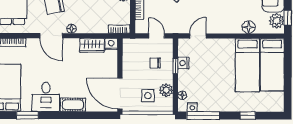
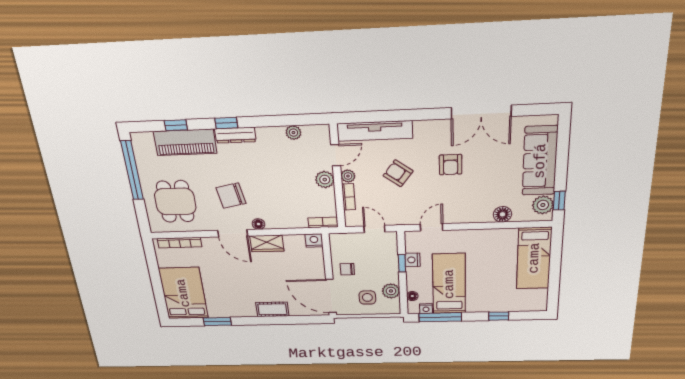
wardrobe: (92, 45) -> (267, 243), moved
chair: (155, 63) -> (347, 269), moved
bed: (247, 65) -> (449, 284), moved, turned 180
desk: (46, 97) -> (237, 302), removed

